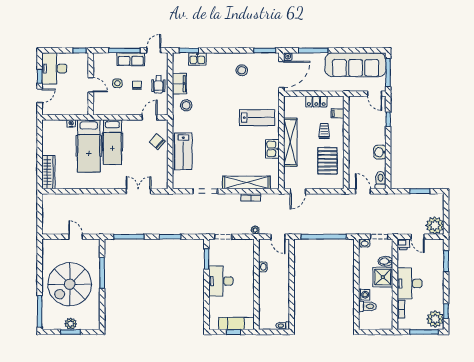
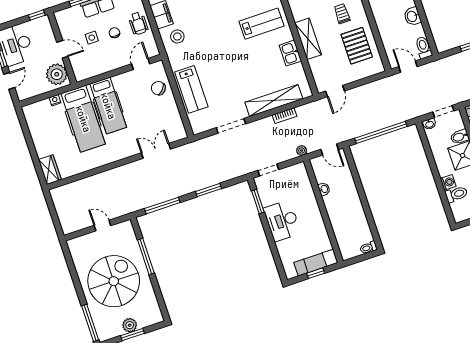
plant: (80, 103) -> (57, 74), added
shelving: (290, 142) -> (308, 39), width x0.68
wardrobe: (48, 172) -> (50, 170), width x0.67
spiral stairs: (70, 284) -> (114, 281), turned 180

